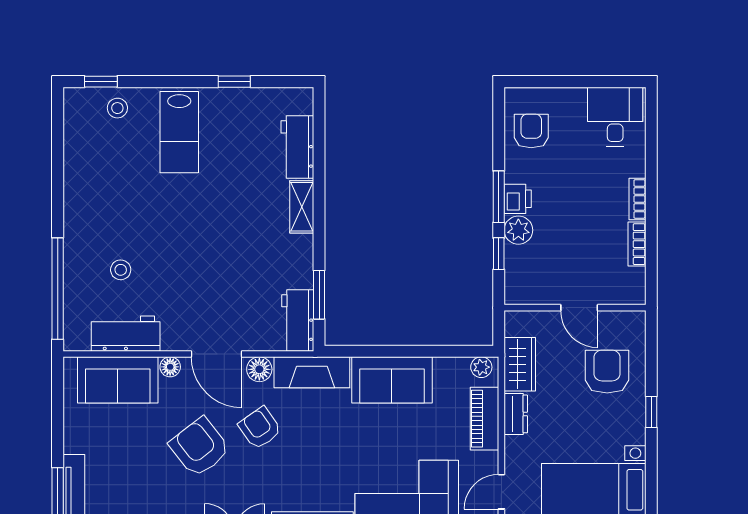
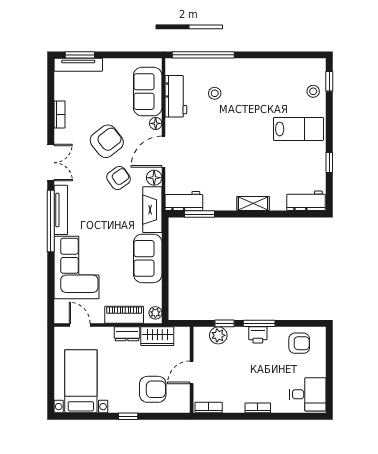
lab bench: (179, 132) -> (299, 129), turned 180
workbench: (297, 147) -> (306, 201), moved
plant: (518, 230) -> (218, 335), moved
bookcase: (637, 244) -> (209, 408), moved

